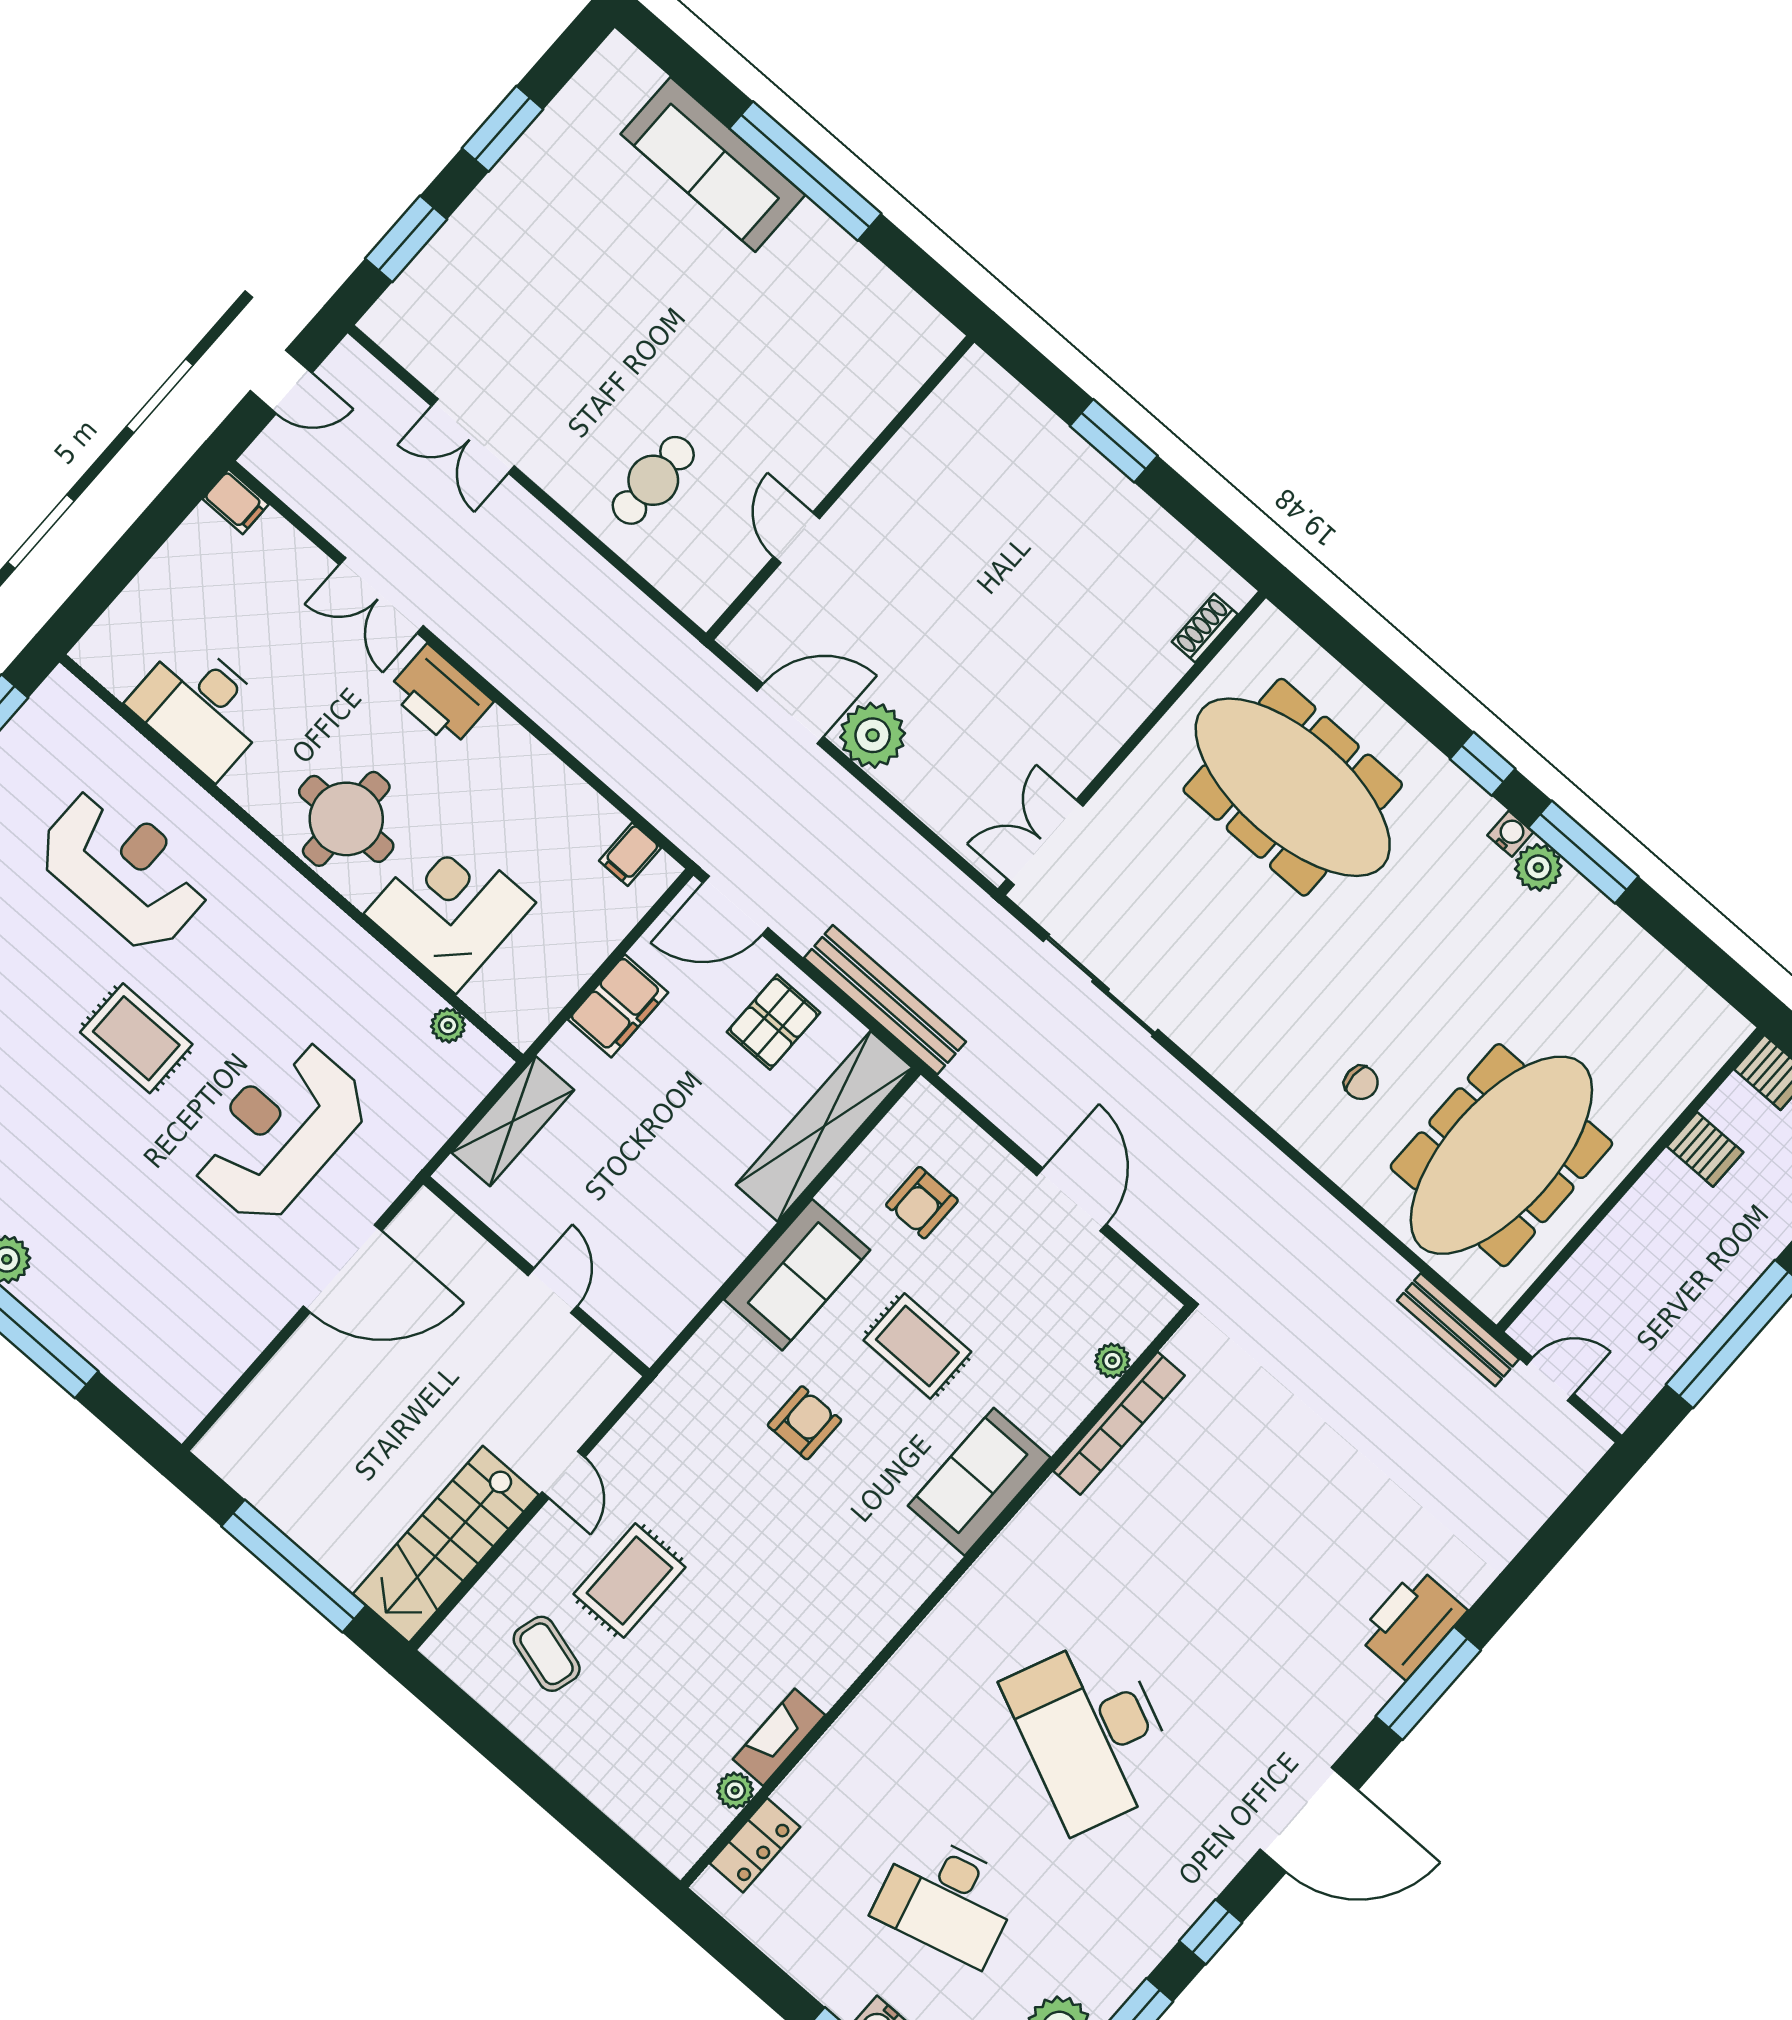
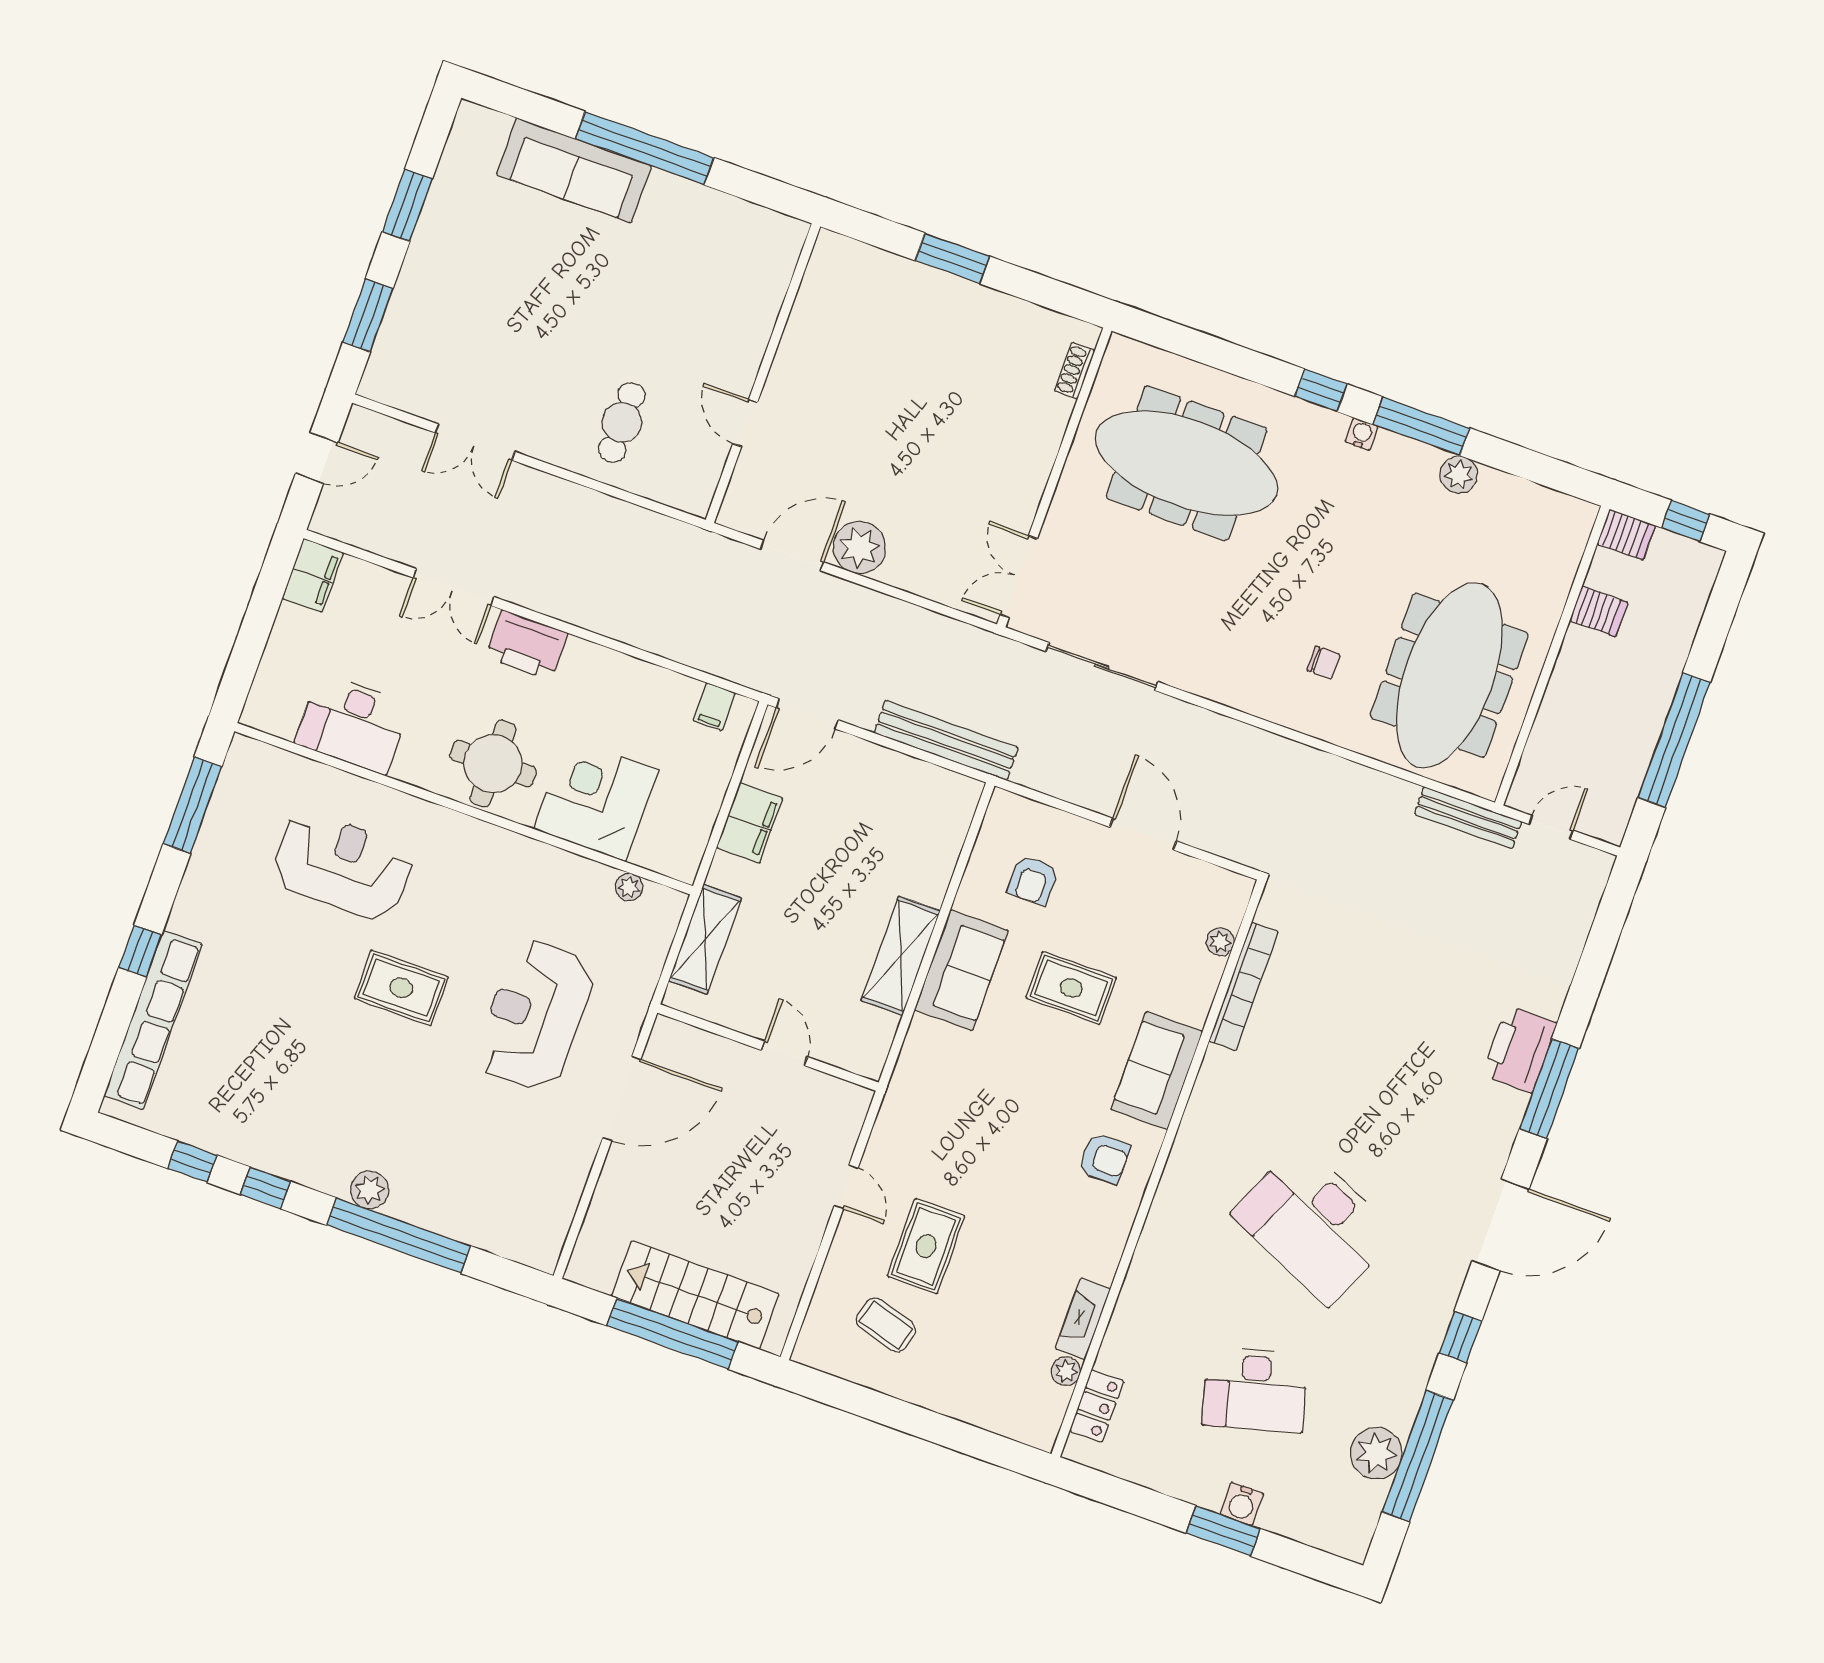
filing cabinet: (236, 502) -> (313, 575), width x2.00
plant: (1538, 868) -> (1459, 475), moved
pallet: (774, 1022) -> (870, 790), removed
shelving: (824, 1126) -> (901, 956), moved, width x0.68
armchair: (805, 1423) -> (1104, 1159), moved, turned 90
stairs: (446, 1544) -> (695, 1295), moved, turned 90

